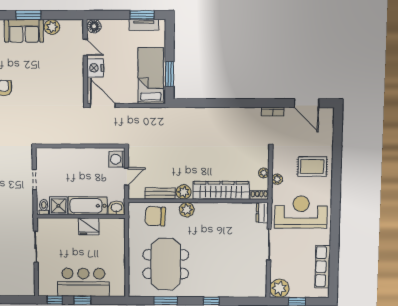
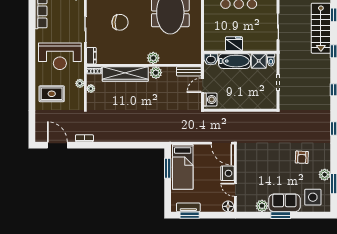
bench: (160, 193) -> (189, 71), moved
chair: (155, 216) -> (120, 22), moved

